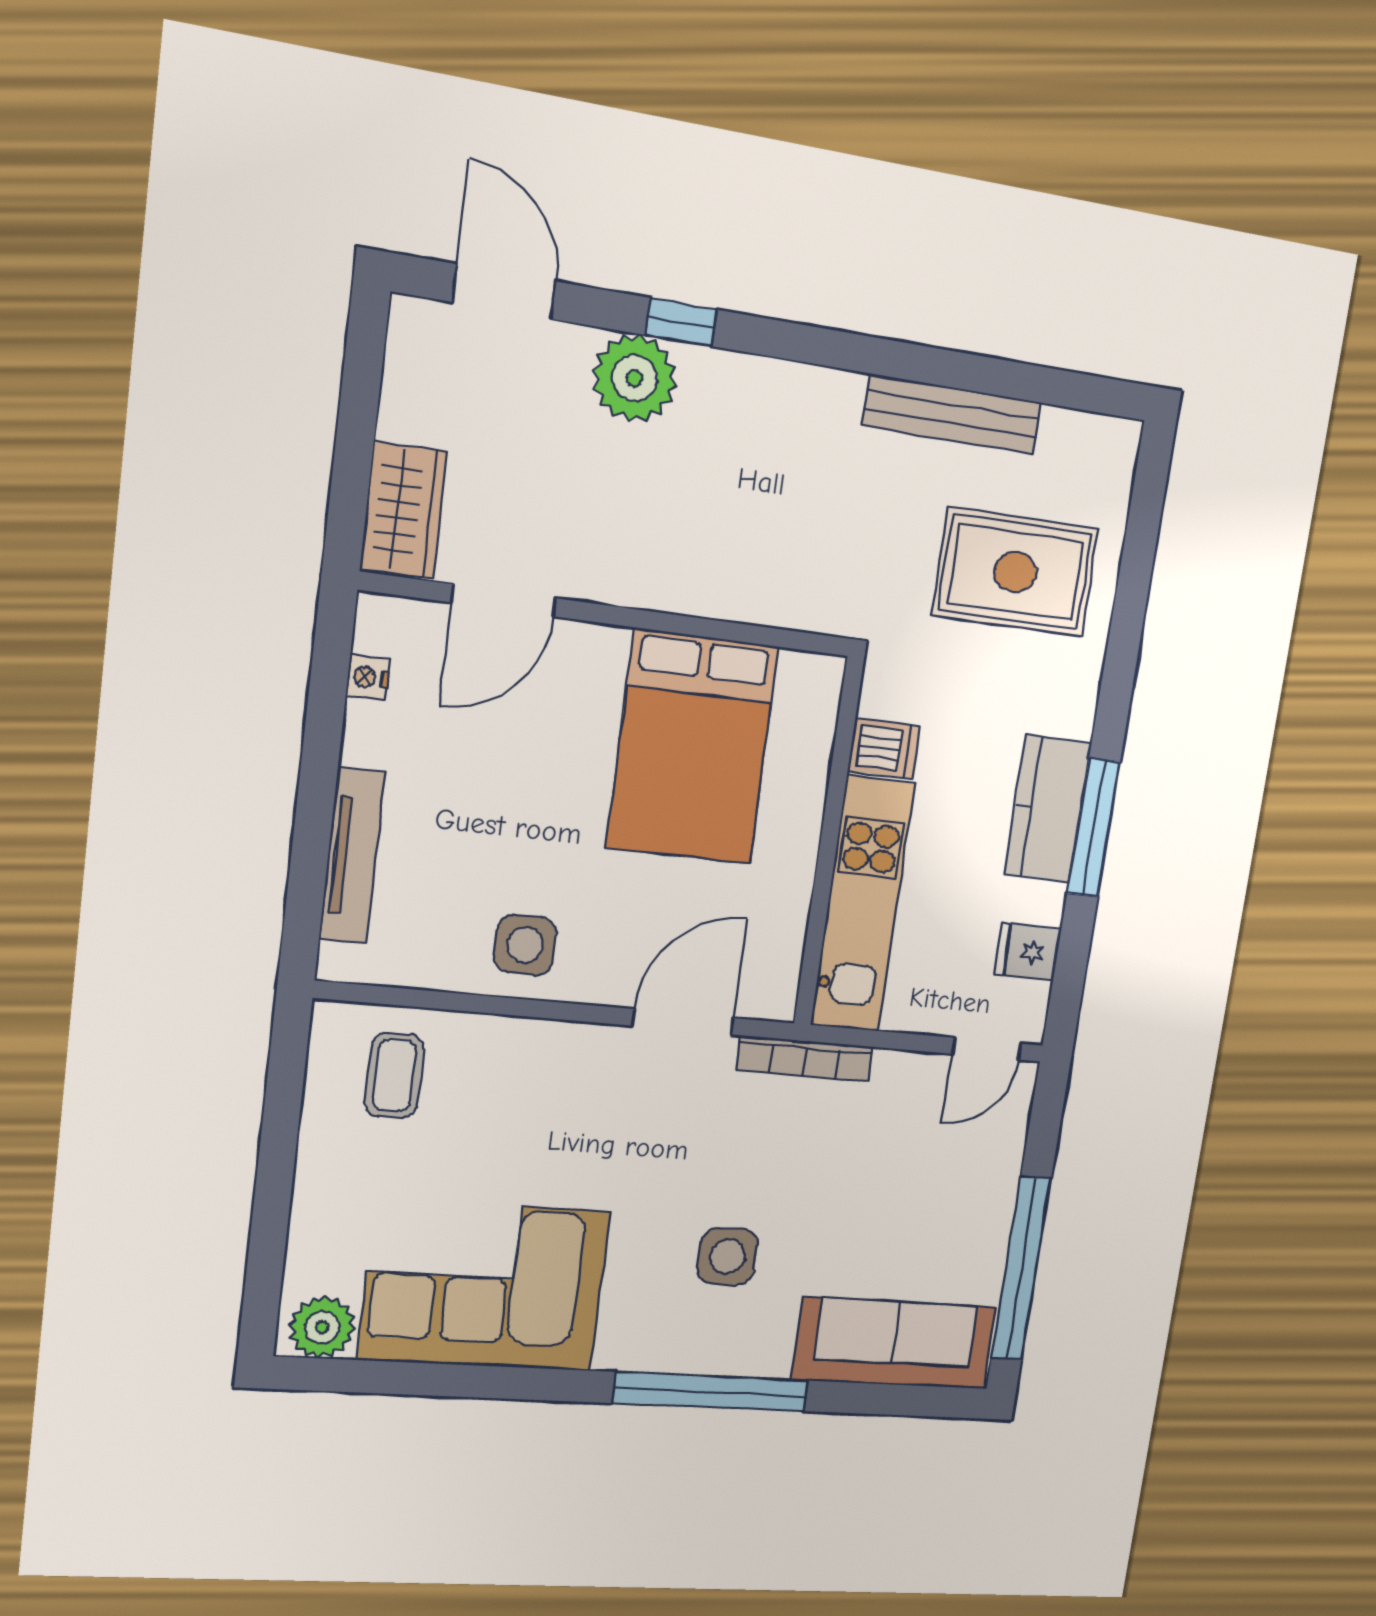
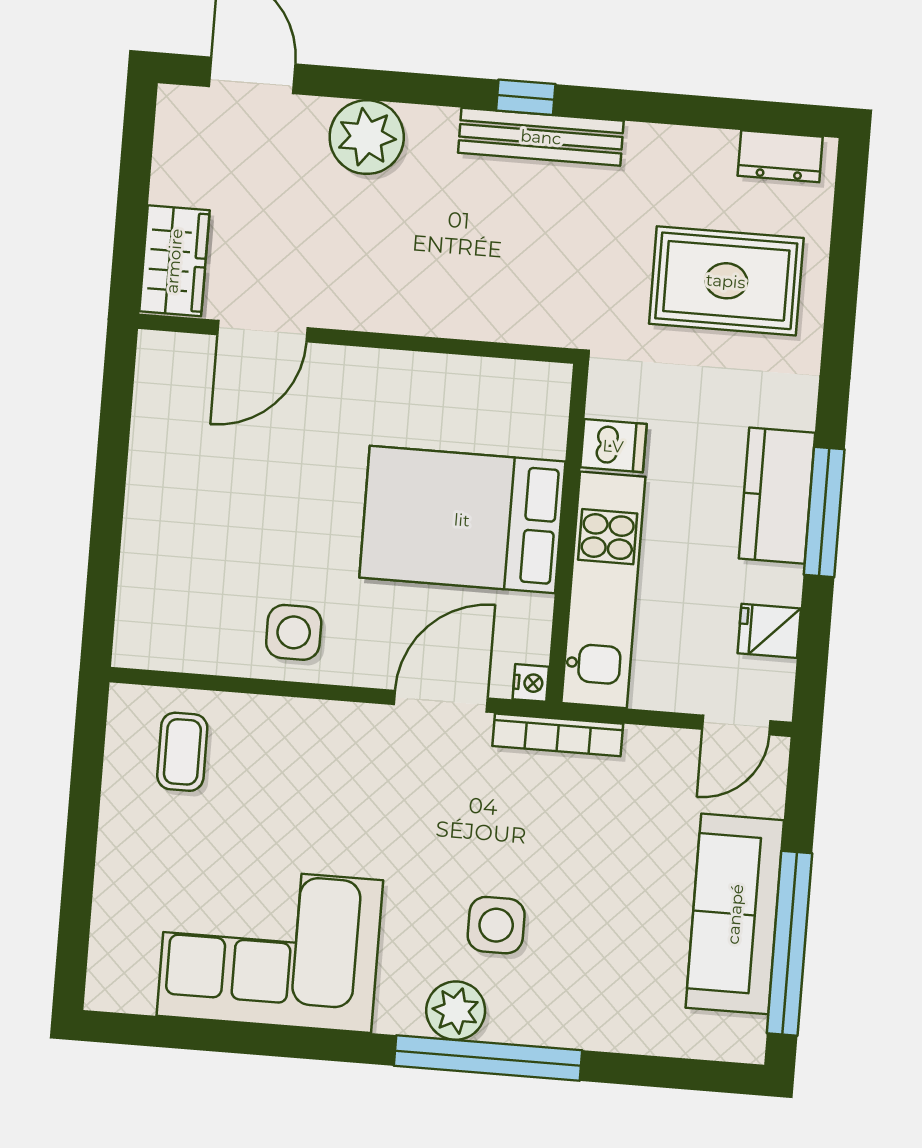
window: (681, 322) -> (526, 97), moved
bench: (952, 414) -> (541, 137), moved
dresser: (1083, 436) -> (780, 156), added
nightstand: (368, 677) -> (531, 683), moved, turned 180
bed: (693, 747) -> (462, 520), moved, turned 90
tv unit: (352, 856) -> (140, 557), removed
plant: (322, 1327) -> (456, 1011), moved
sofa: (894, 1343) -> (735, 914), moved, turned -90

